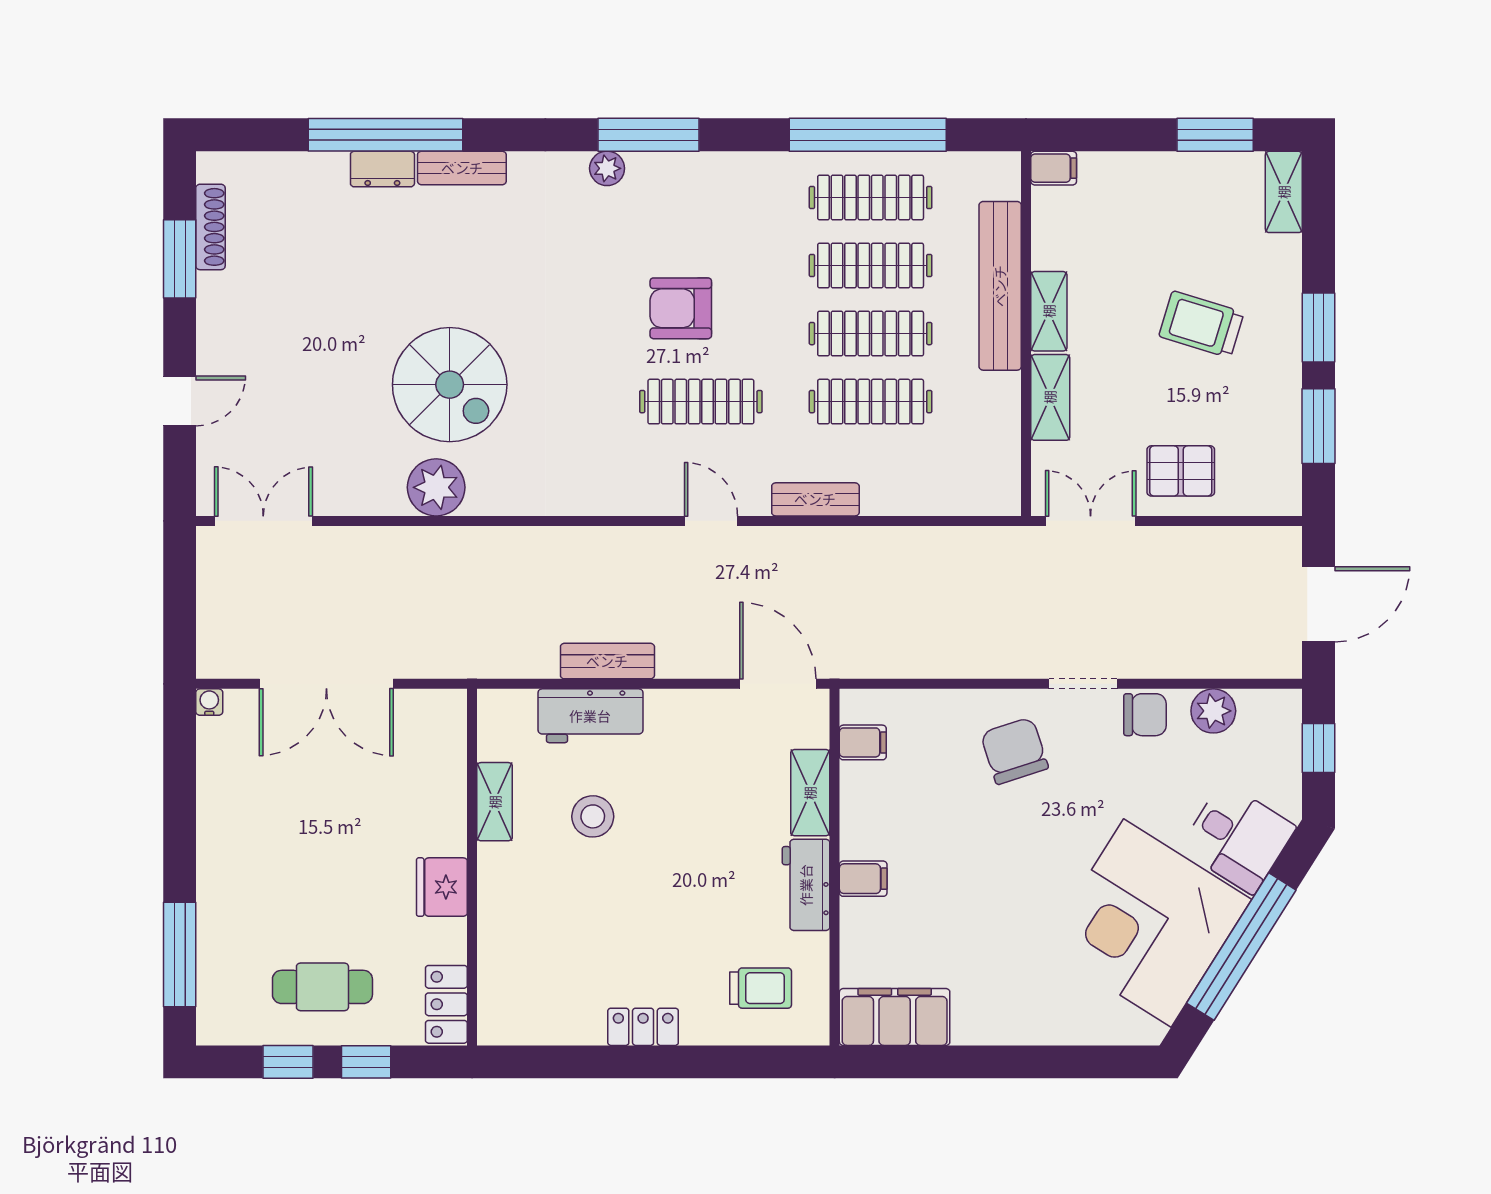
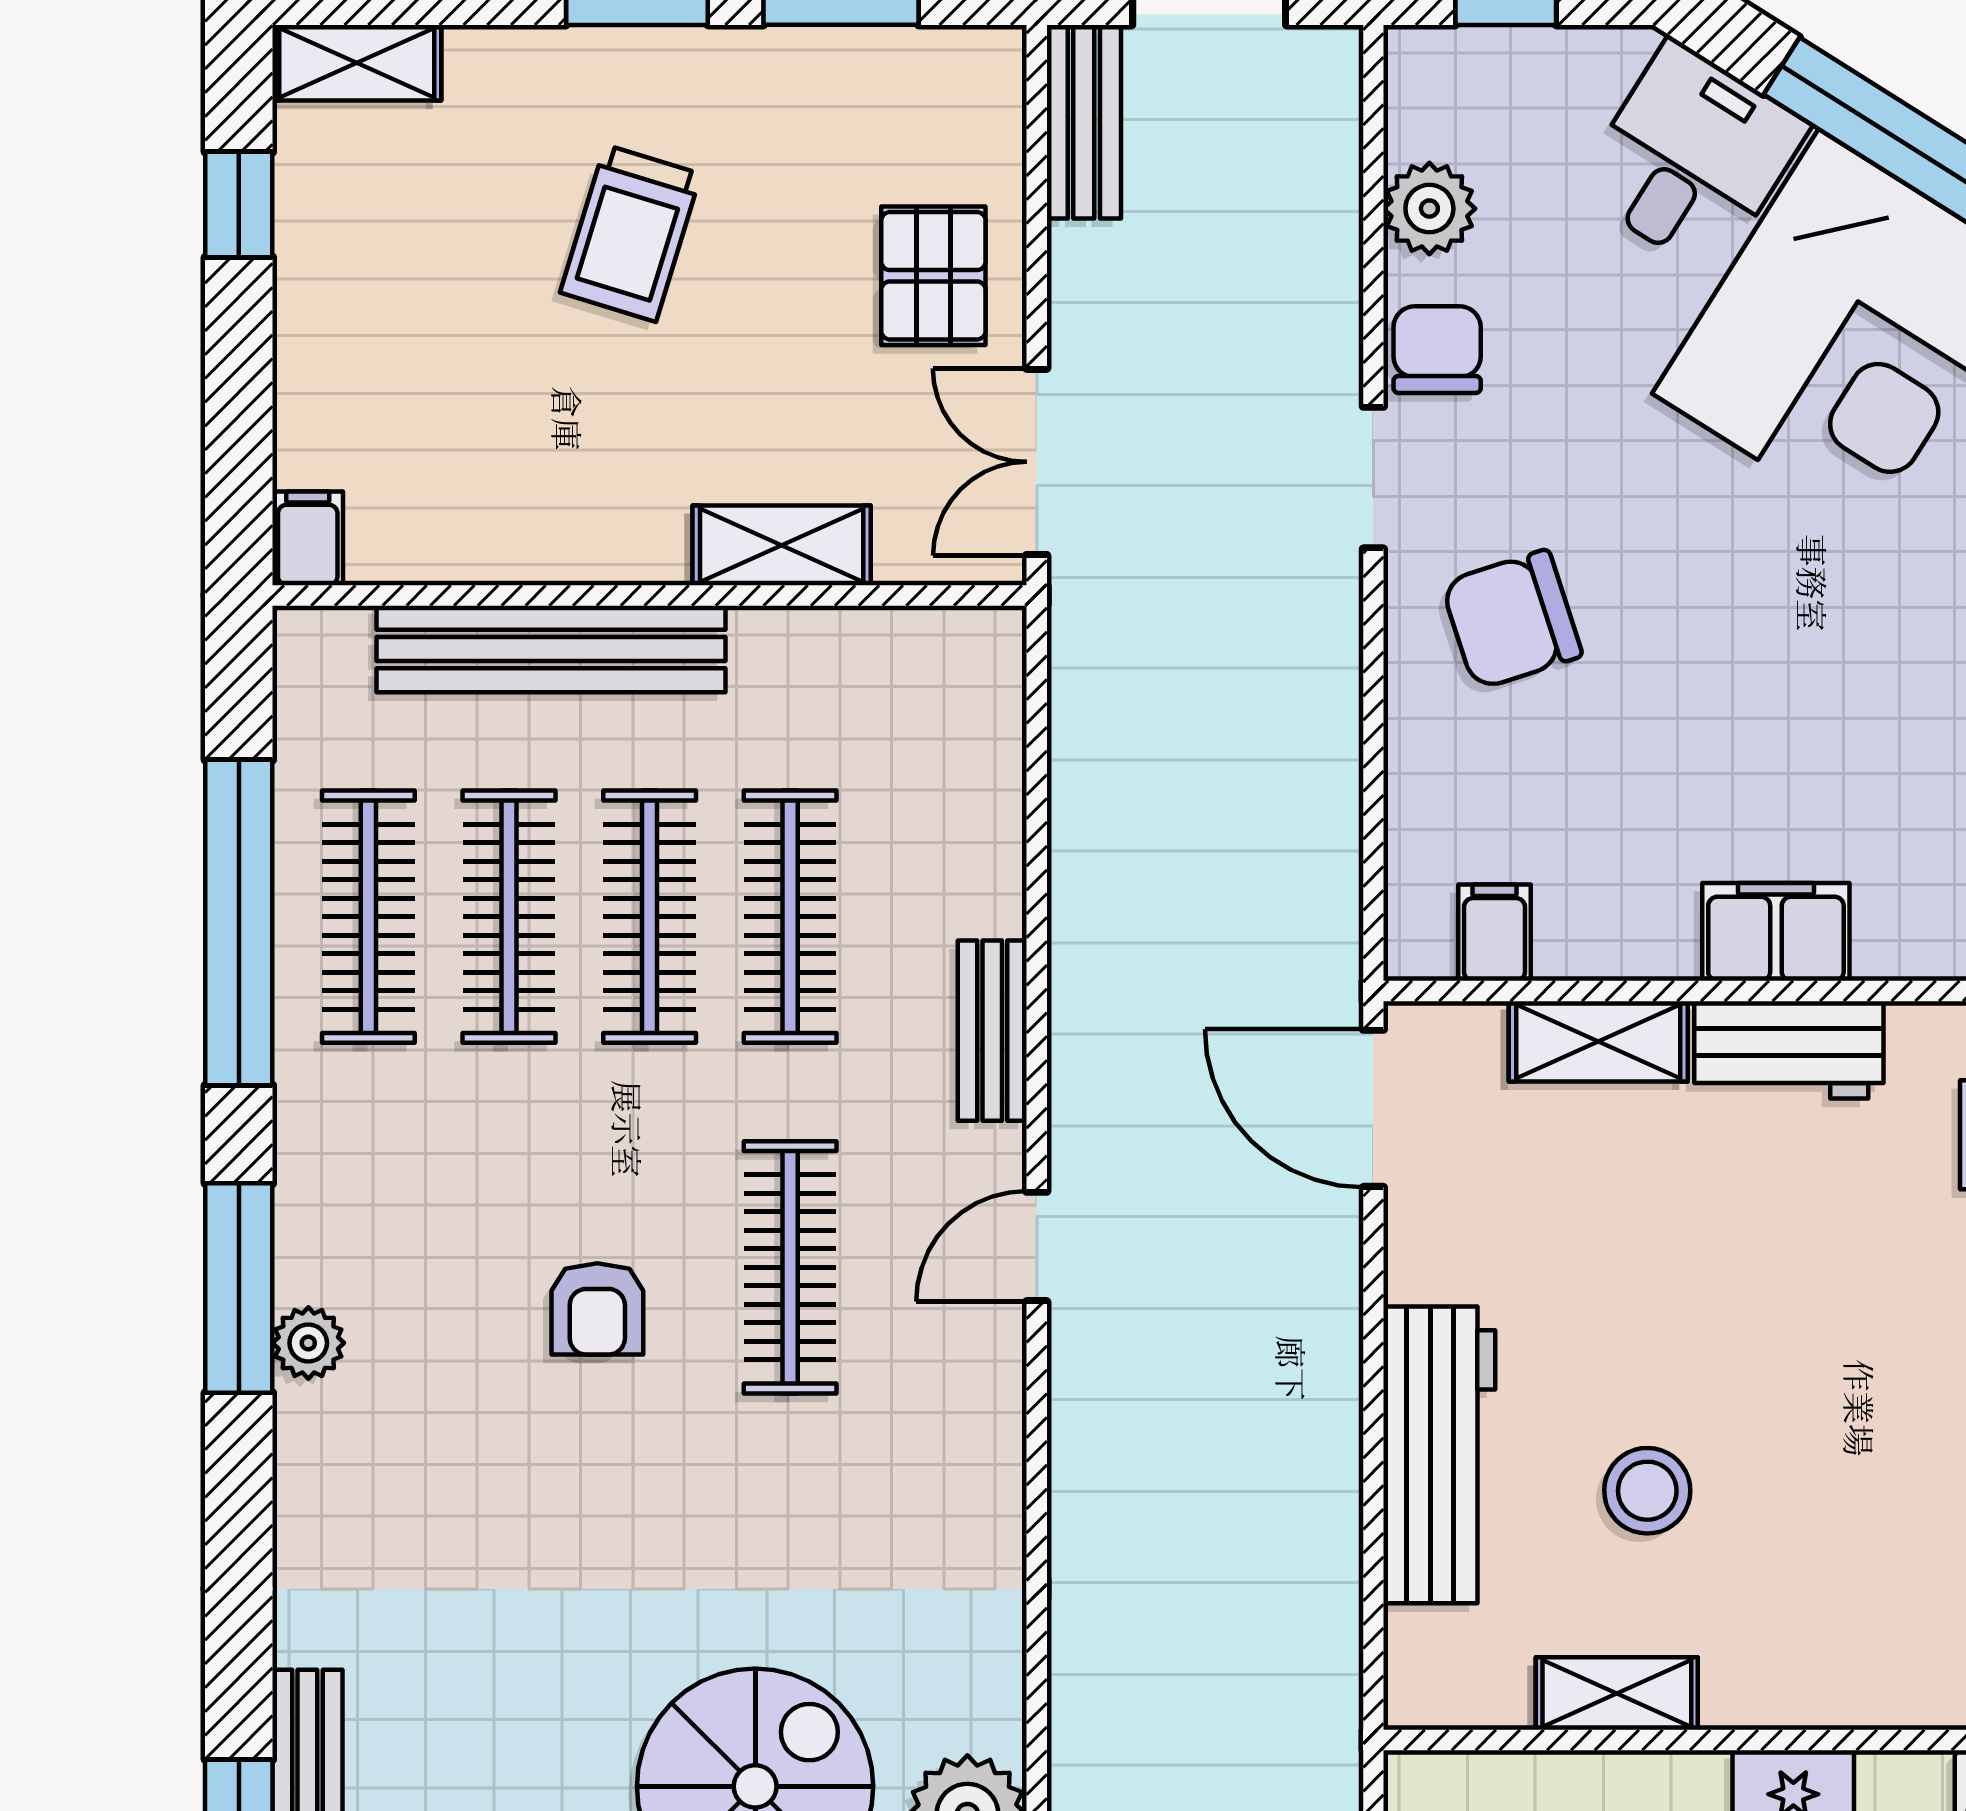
window: (648, 135) -> (239, 1288), moved
window: (1215, 135) -> (239, 205), width x0.67
plant: (607, 168) -> (308, 1343), moved
armchair: (681, 308) -> (597, 1309), width x0.72, depth x0.72
shelving: (1049, 311) -> (604, 548), removed
bench: (607, 661) -> (1084, 122), moved
door: (778, 684) -> (1373, 1108), hinge flipped
workbench: (590, 716) -> (1439, 1455), width x1.38
filing cabinet: (863, 879) -> (1776, 932), width x2.00

